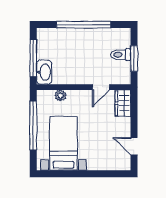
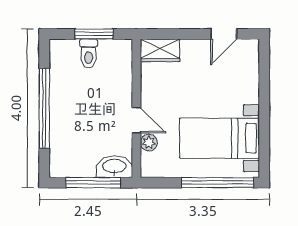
door: (101, 87) -> (136, 120), moved
window: (33, 125) -> (217, 183), moved

